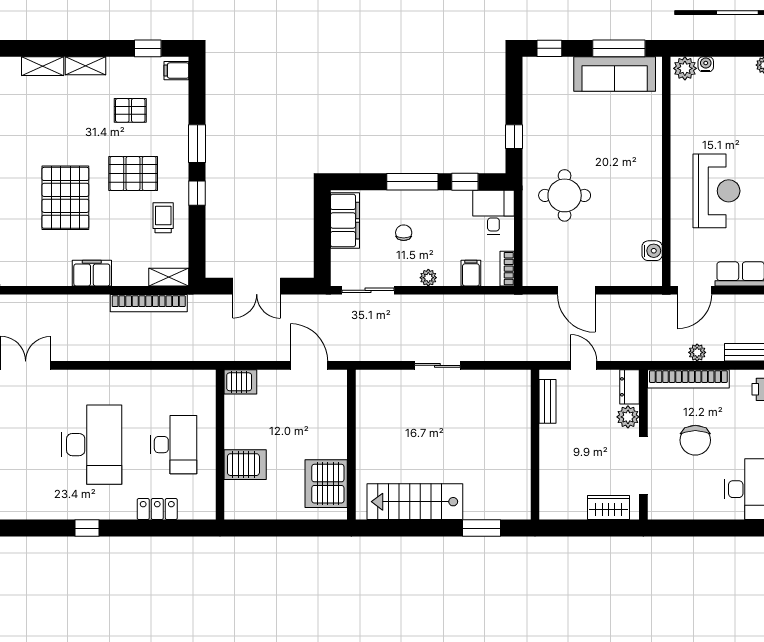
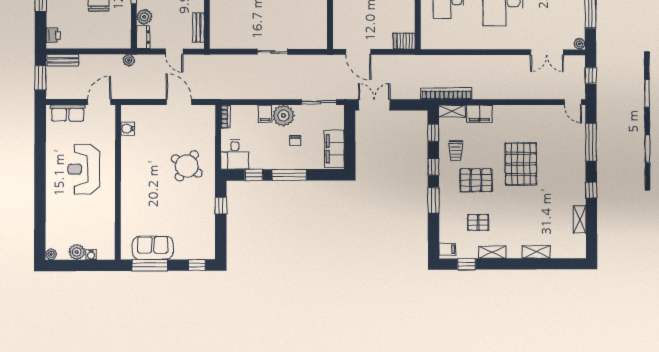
shelving: (85, 66) -> (492, 252), moved
plant: (685, 68) -> (77, 252), moved
sofa: (615, 74) -> (153, 248), width x0.73
round table: (565, 195) -> (187, 166), turned 33
window: (197, 244) -> (433, 133), added
filing cabinet: (92, 273) -> (479, 114), moved
filing cabinet: (471, 273) -> (265, 114), moved
plant: (428, 278) -> (284, 116), width x1.87, depth x1.87
double door: (257, 286) -> (374, 105), moved
bookcase: (149, 303) -> (446, 94), moved
plant: (697, 352) -> (129, 60), moved
bookcase: (688, 379) -> (103, 42), removed

